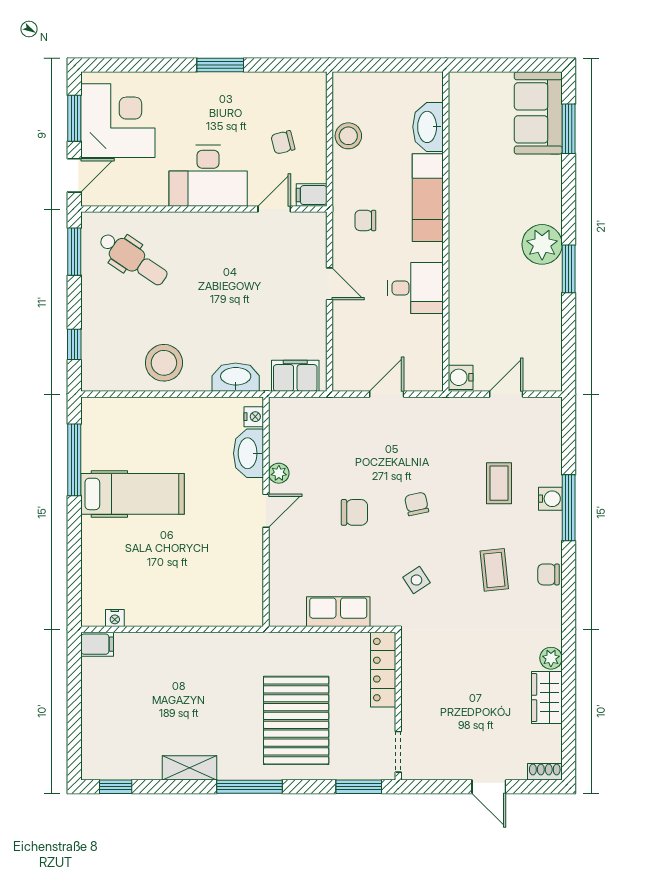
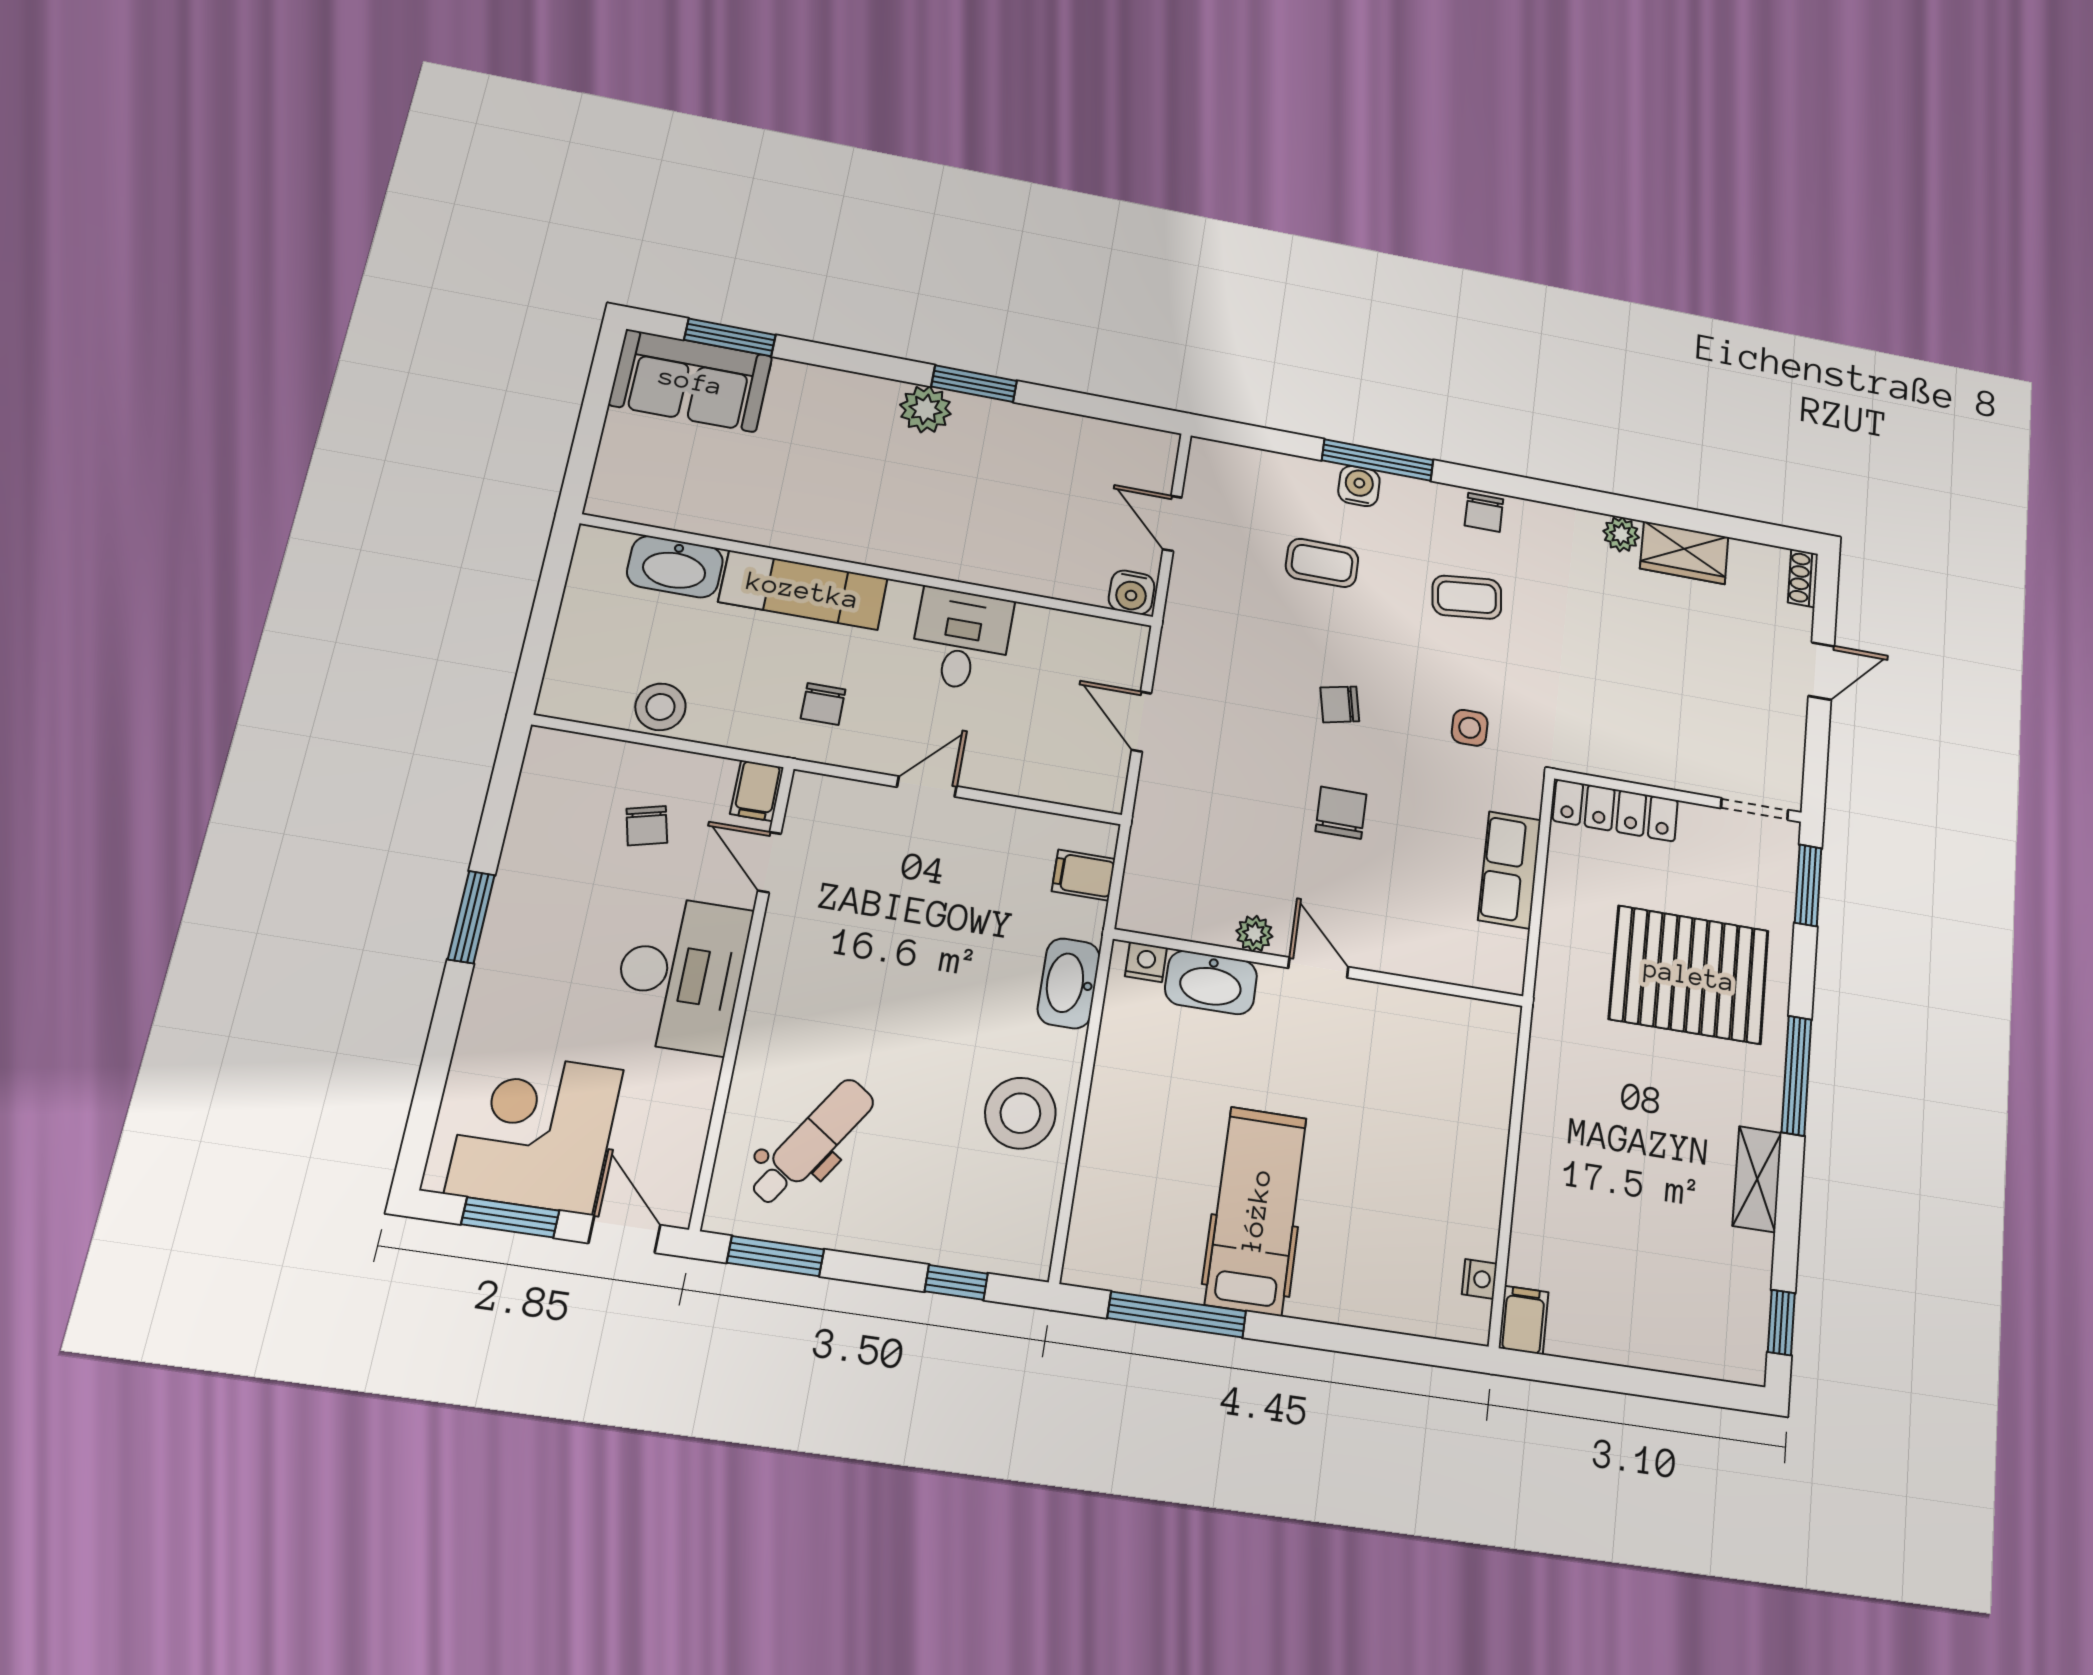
plant: (542, 244) -> (925, 409), width x0.73, depth x0.73
filing cabinet: (295, 376) -> (1083, 875), width x0.50
side table: (416, 580) -> (1470, 728), turned 33

